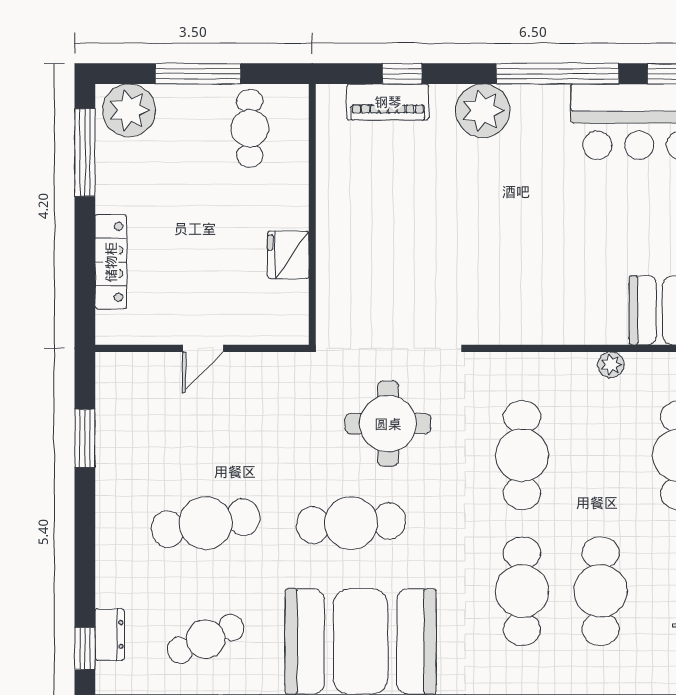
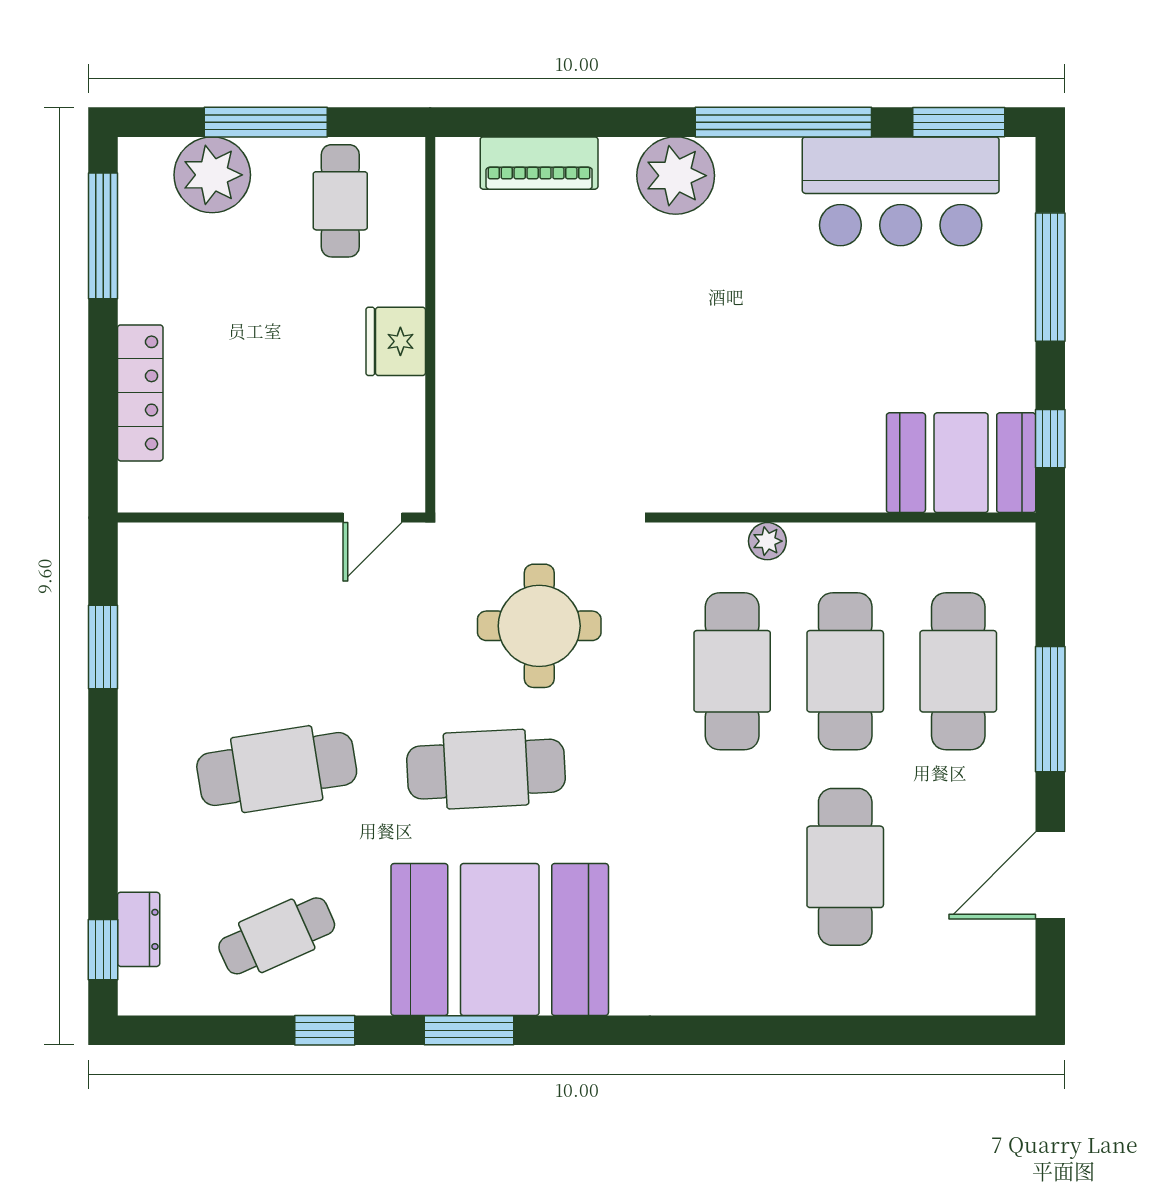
window: (402, 74) -> (560, 122), removed
plant: (129, 110) -> (212, 175), moved
fridge: (288, 255) -> (396, 341), moved
door: (203, 348) -> (373, 518), moved
plant: (611, 365) -> (767, 541), moved
cafe table: (522, 591) -> (845, 671), moved

